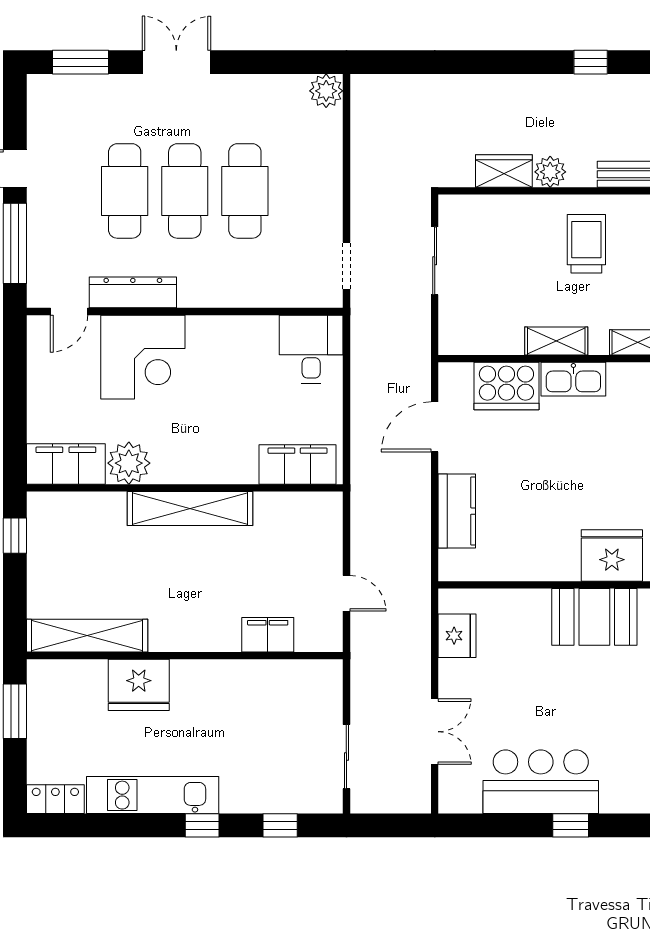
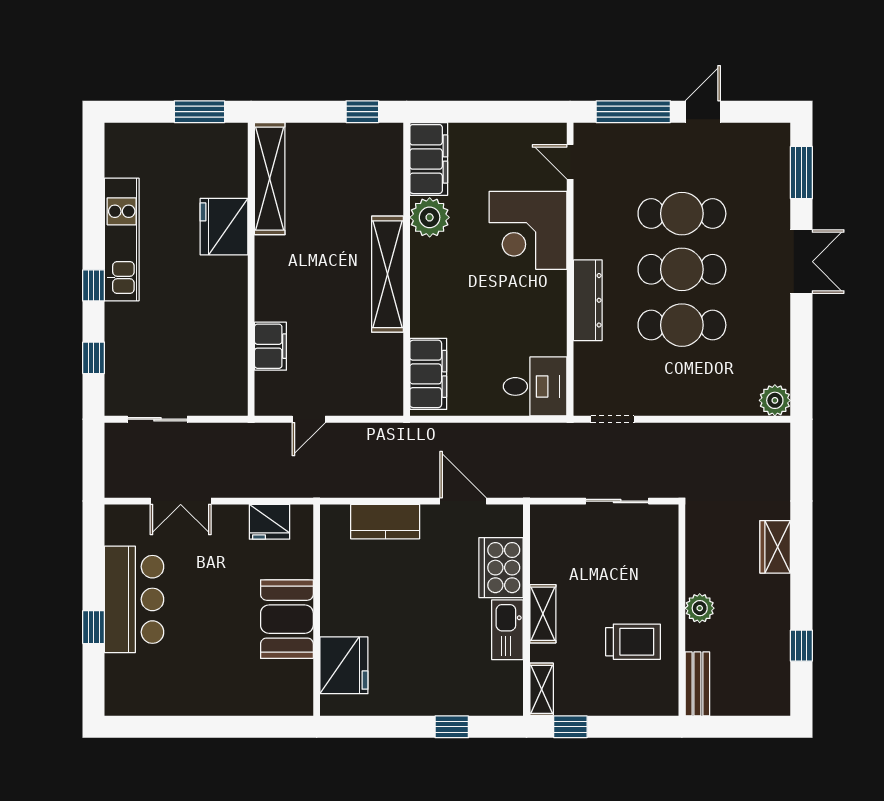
wardrobe: (504, 171) -> (775, 547), moved, turned 180
dresser: (133, 292) -> (588, 300), moved
booth: (594, 617) -> (287, 619), moved
locker: (55, 799) -> (118, 149), removed

